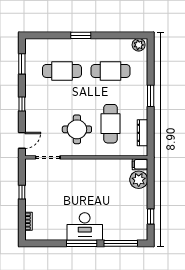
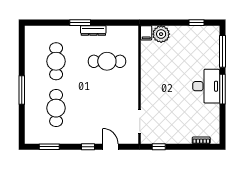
window: (81, 35) -> (22, 90), width x1.44
plant: (139, 45) -> (31, 34), removed
round table: (77, 129) -> (112, 94), removed
dresser: (142, 133) -> (93, 30), moved
door: (22, 140) -> (110, 147), moved
window: (22, 192) -> (159, 147), moved

